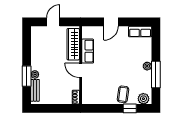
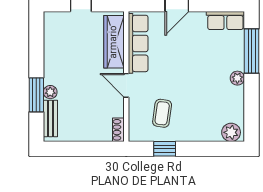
row of seats: (88, 51) -> (138, 43), width x1.48
window: (156, 75) -> (252, 51), moved
coffee table: (123, 94) -> (162, 113), moved
window: (130, 108) -> (165, 149), moved

